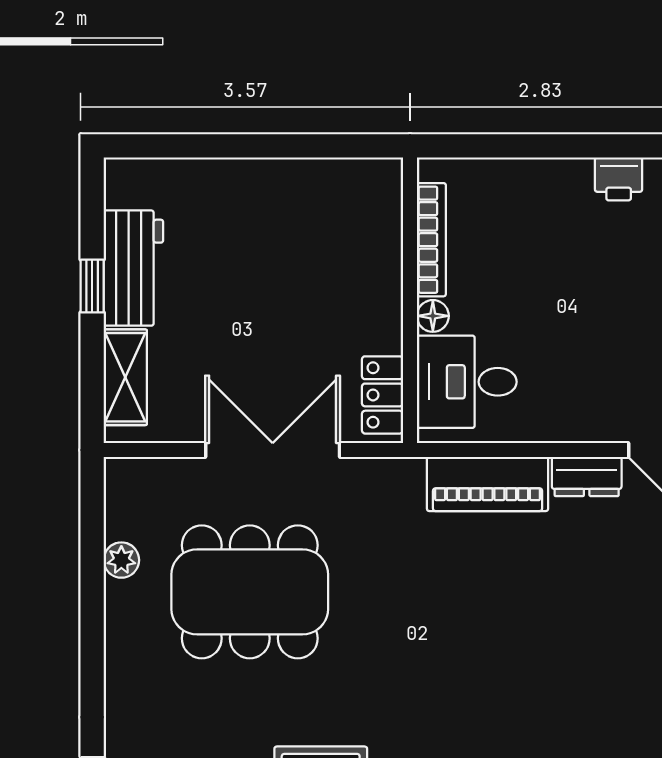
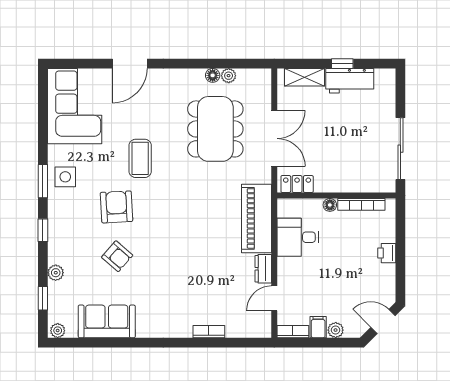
sliding door: (297, 146) -> (400, 149), added
printer: (619, 179) -> (387, 253), moved
desk: (467, 382) -> (298, 237), moved, turned -90
piano: (488, 484) -> (256, 218), width x1.37, depth x1.33
floor lamp: (121, 598) -> (213, 75), added

